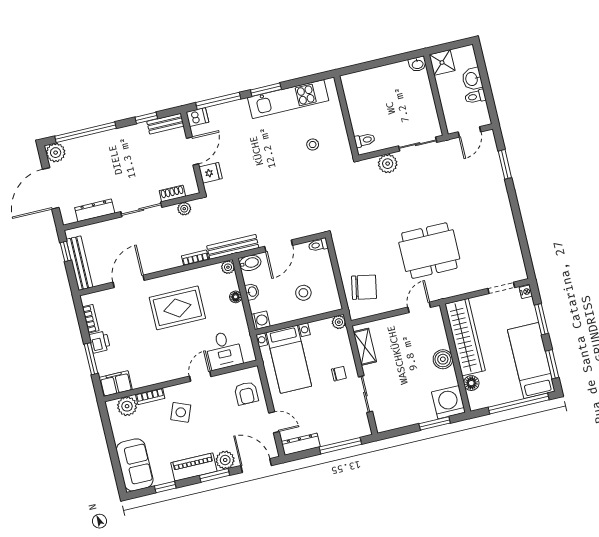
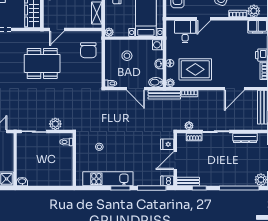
door: (279, 246) -> (136, 89), swing flipped
chair: (364, 287) -> (88, 50), turned -101
rug: (177, 308) -> (195, 69), moved

